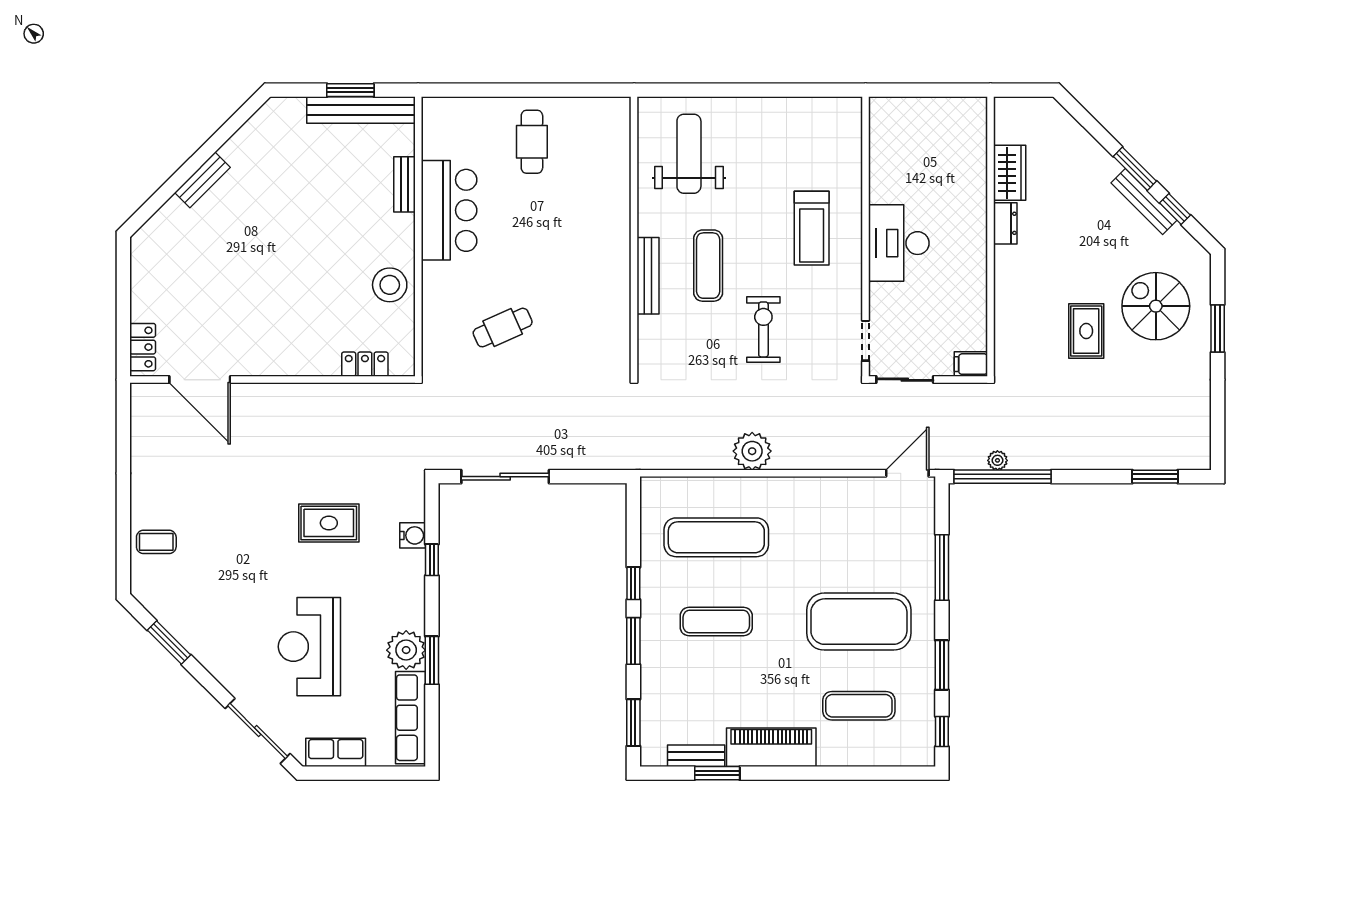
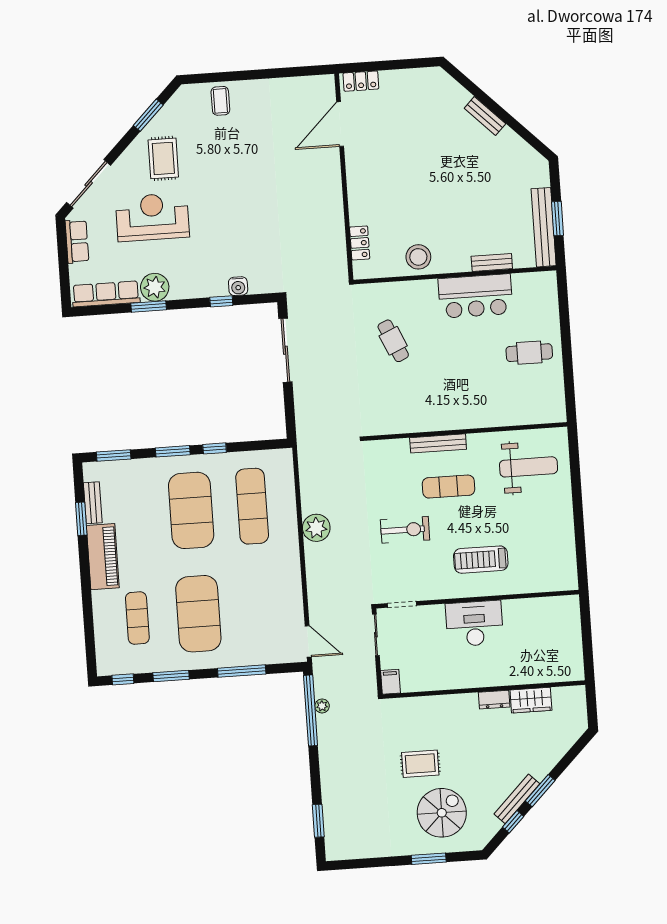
rug: (329, 523) -> (163, 158), moved
exercise mat: (716, 622) -> (191, 510), width x2.00, depth x1.45

